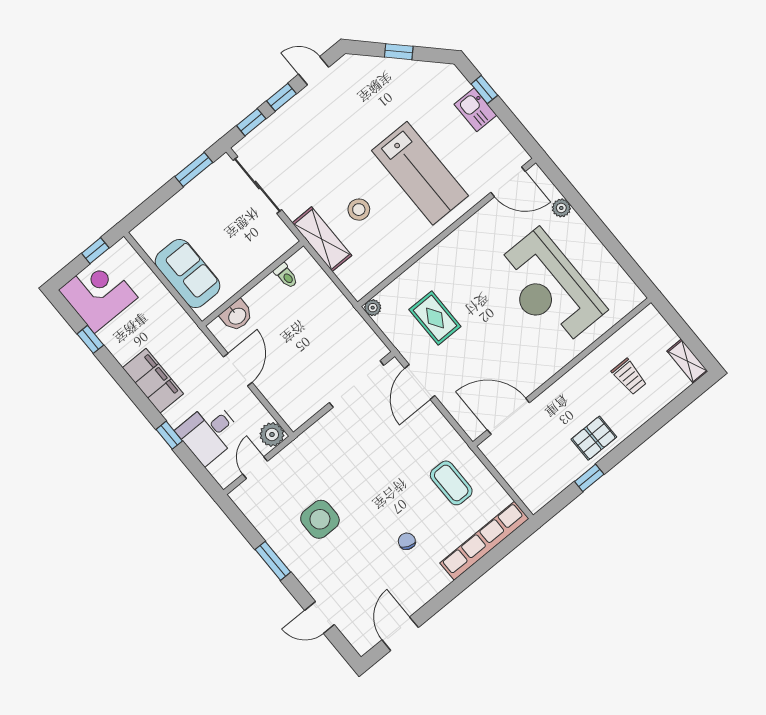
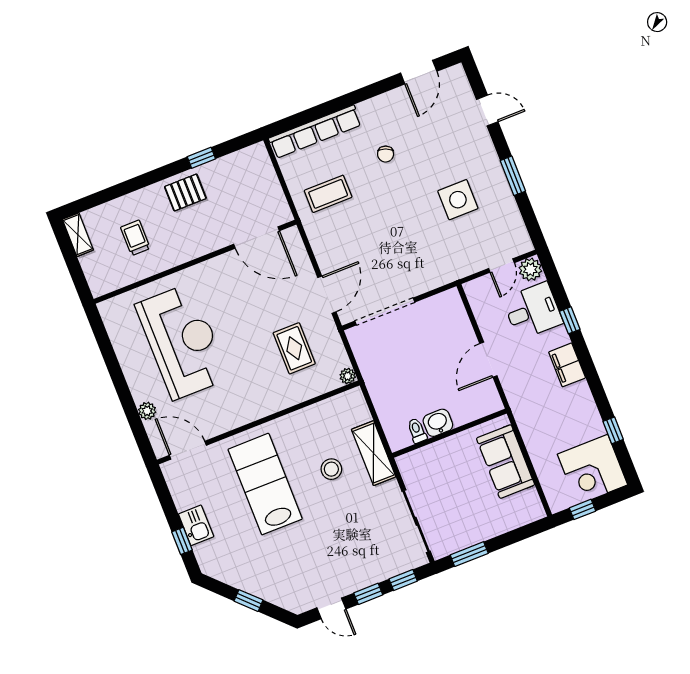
washbasin: (237, 316) -> (438, 423), moved
filing cabinet: (153, 381) -> (567, 365), width x0.67, depth x0.86
plant: (272, 434) -> (530, 269), moved
coffee table: (451, 483) -> (328, 194), turned 90

